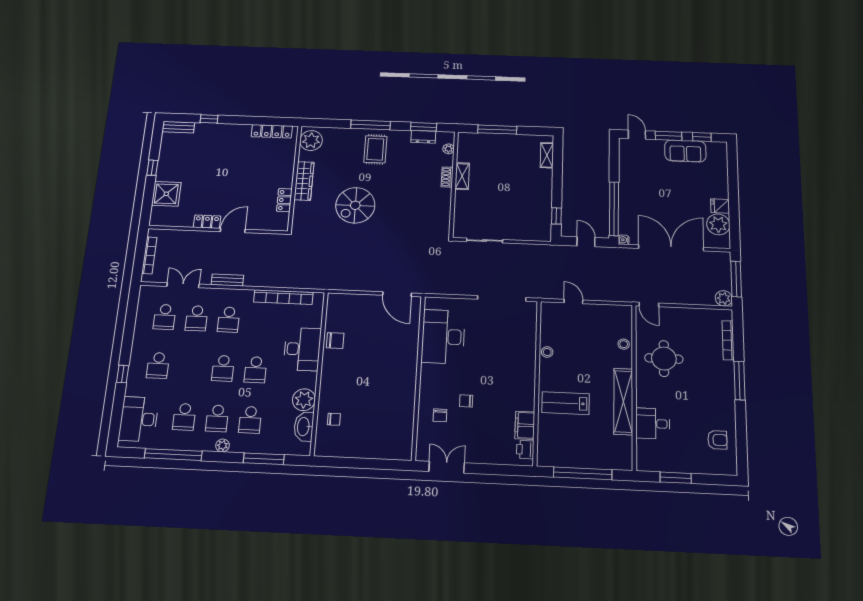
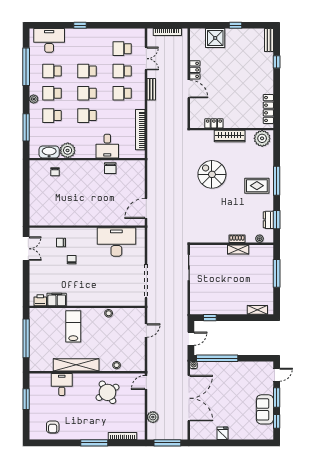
plant: (718, 224) -> (208, 432), removed
plant: (724, 298) -> (153, 417), moved
desk: (302, 349) -> (107, 146), width x0.73
round table: (664, 359) -> (107, 392), turned -32
school desk: (158, 365) -> (87, 71), moved

